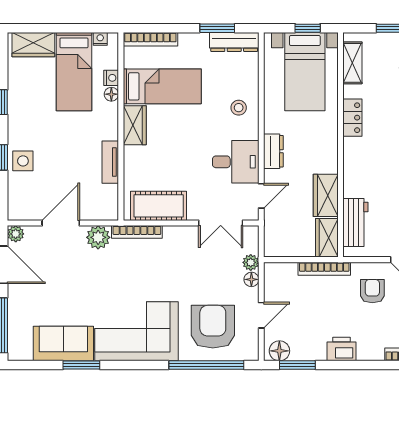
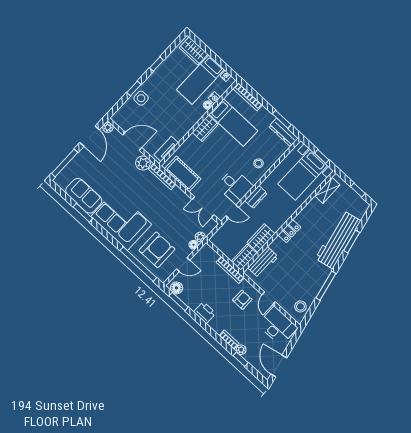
locker: (352, 118) -> (289, 231), moved
tv unit: (110, 162) -> (166, 149), moved

